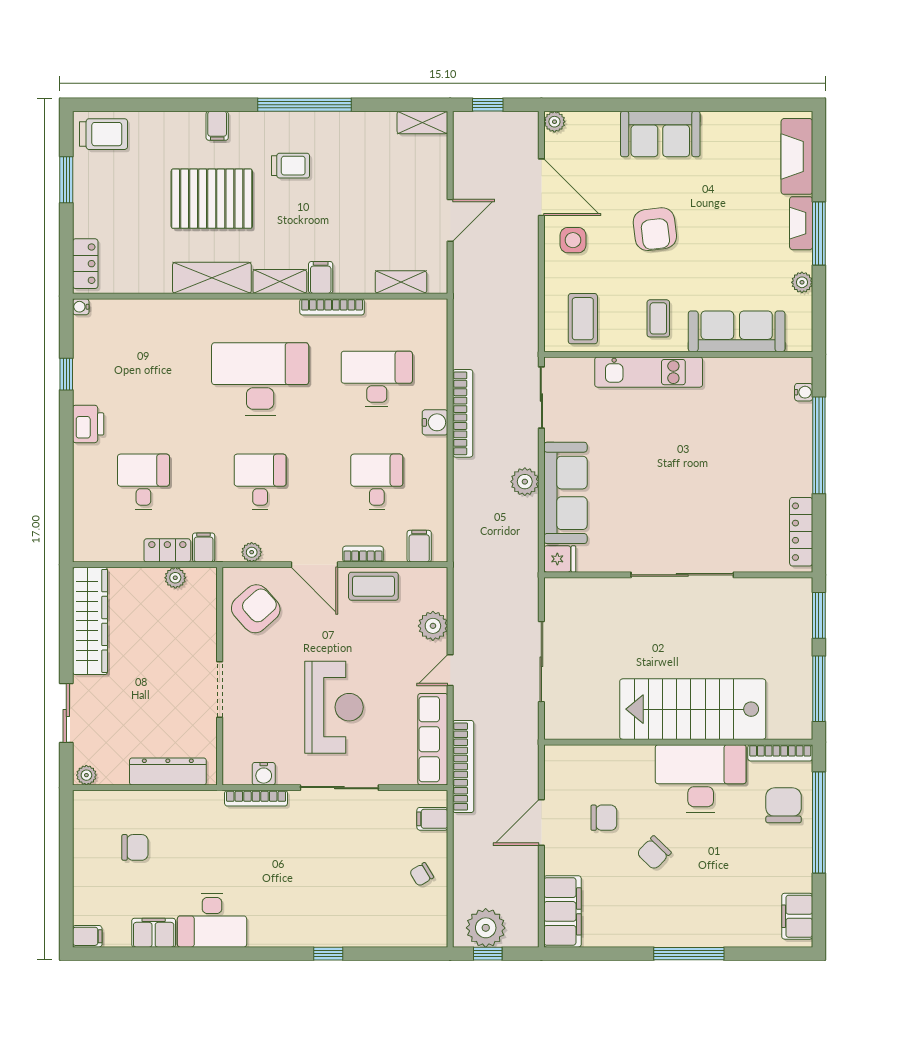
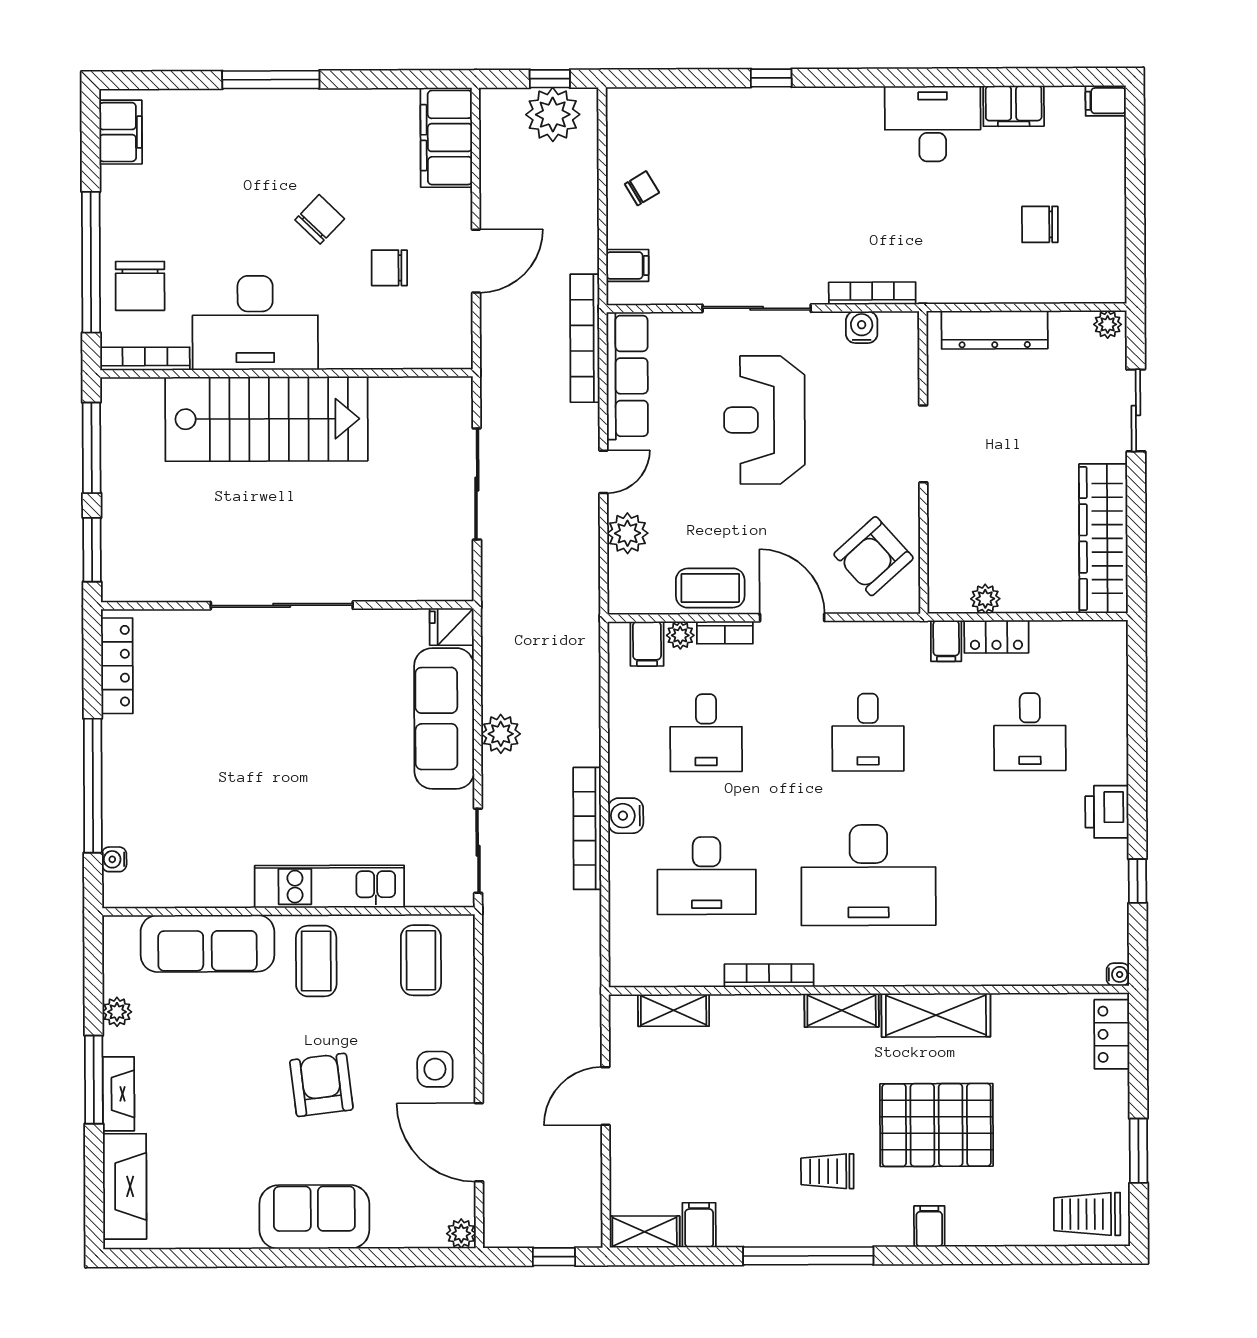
filing cabinet: (321, 277) -> (699, 1225), moved, turned 180
coffee table: (658, 318) -> (316, 961), width x1.36, depth x1.30
plant: (252, 552) -> (680, 635), moved

